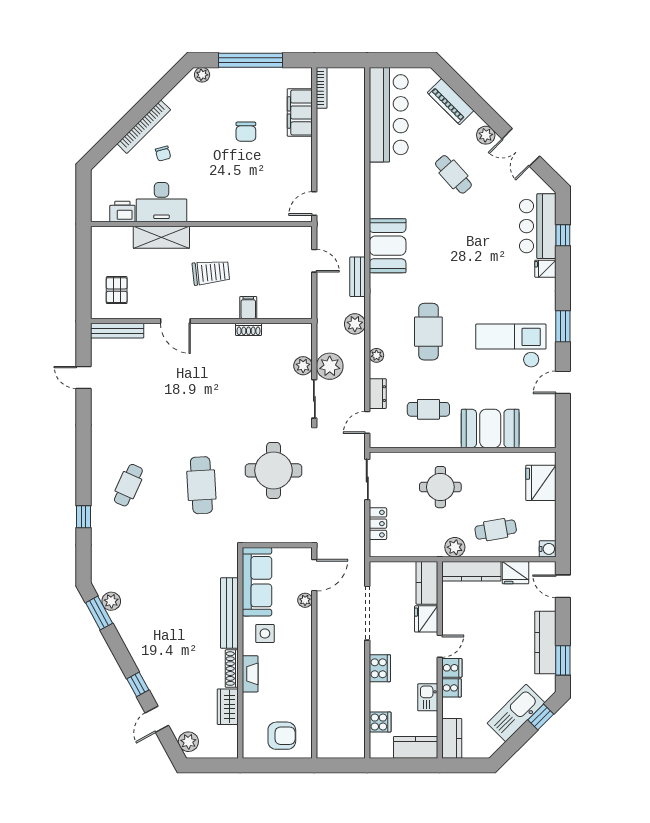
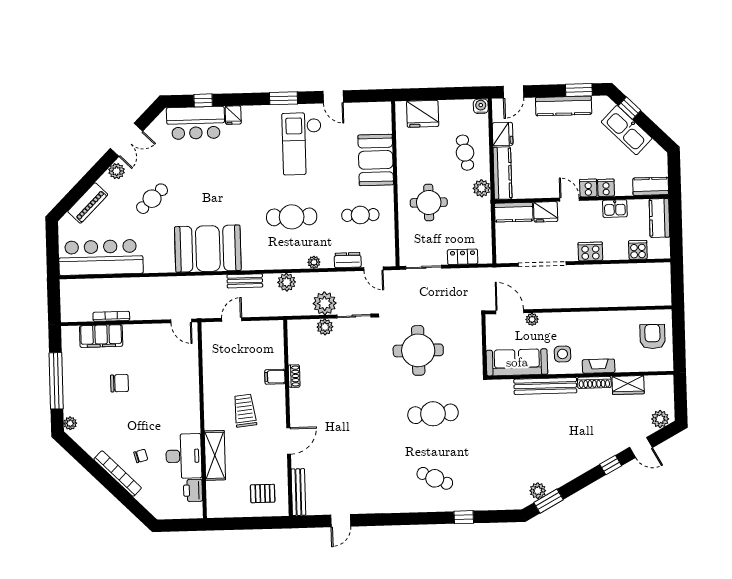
bookcase: (322, 88) -> (111, 316), moved
booth: (388, 246) -> (208, 249), width x1.36, depth x1.42
cafe table: (428, 409) -> (360, 215), turned 90

